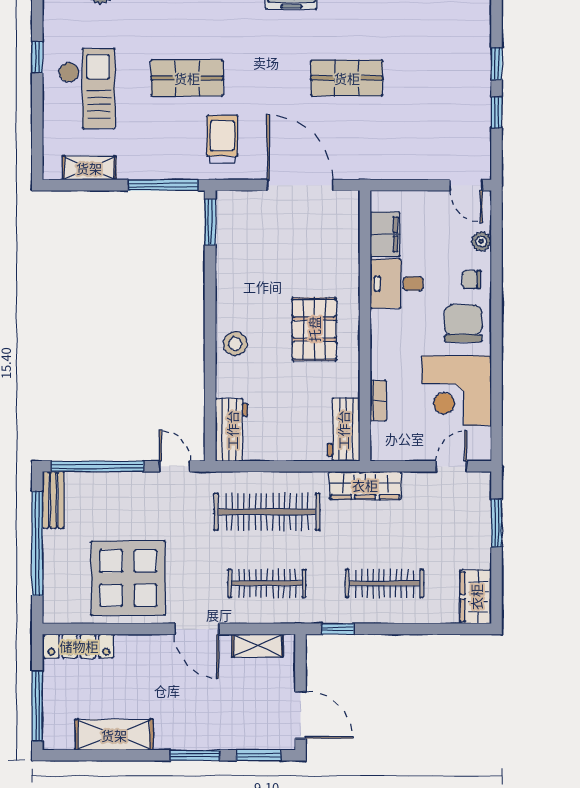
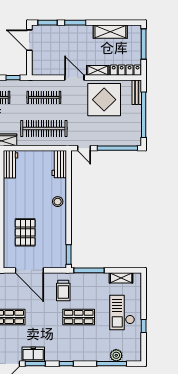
pallet: (314, 329) -> (25, 232), moved
bench: (53, 500) -> (137, 92), moved
shelving: (258, 646) -> (98, 70), moved

